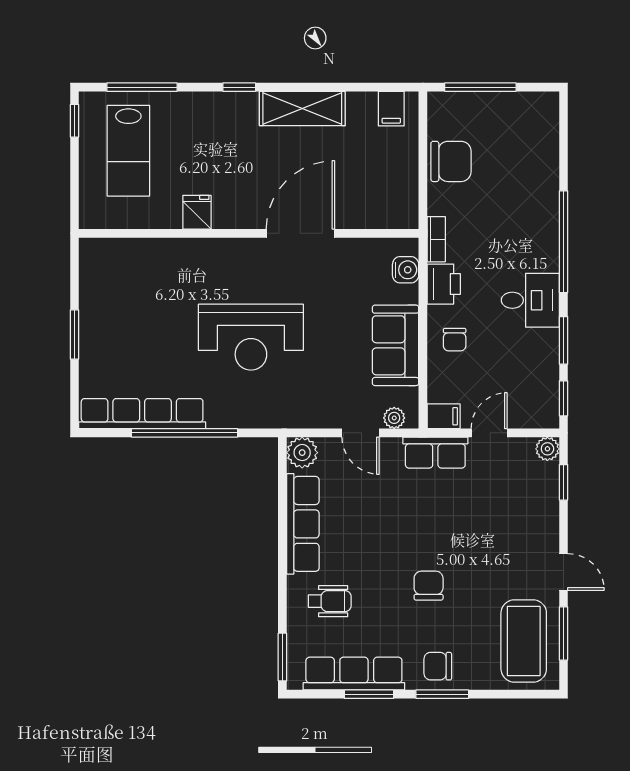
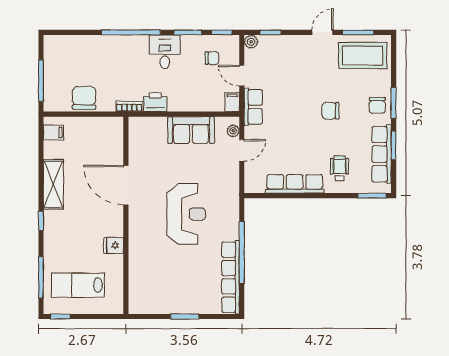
lab bench: (128, 151) -> (78, 285), turned 180
water cooler: (406, 270) -> (147, 124), removed
chair: (455, 340) -> (212, 58), moved
plant: (302, 453) -> (253, 184), removed

